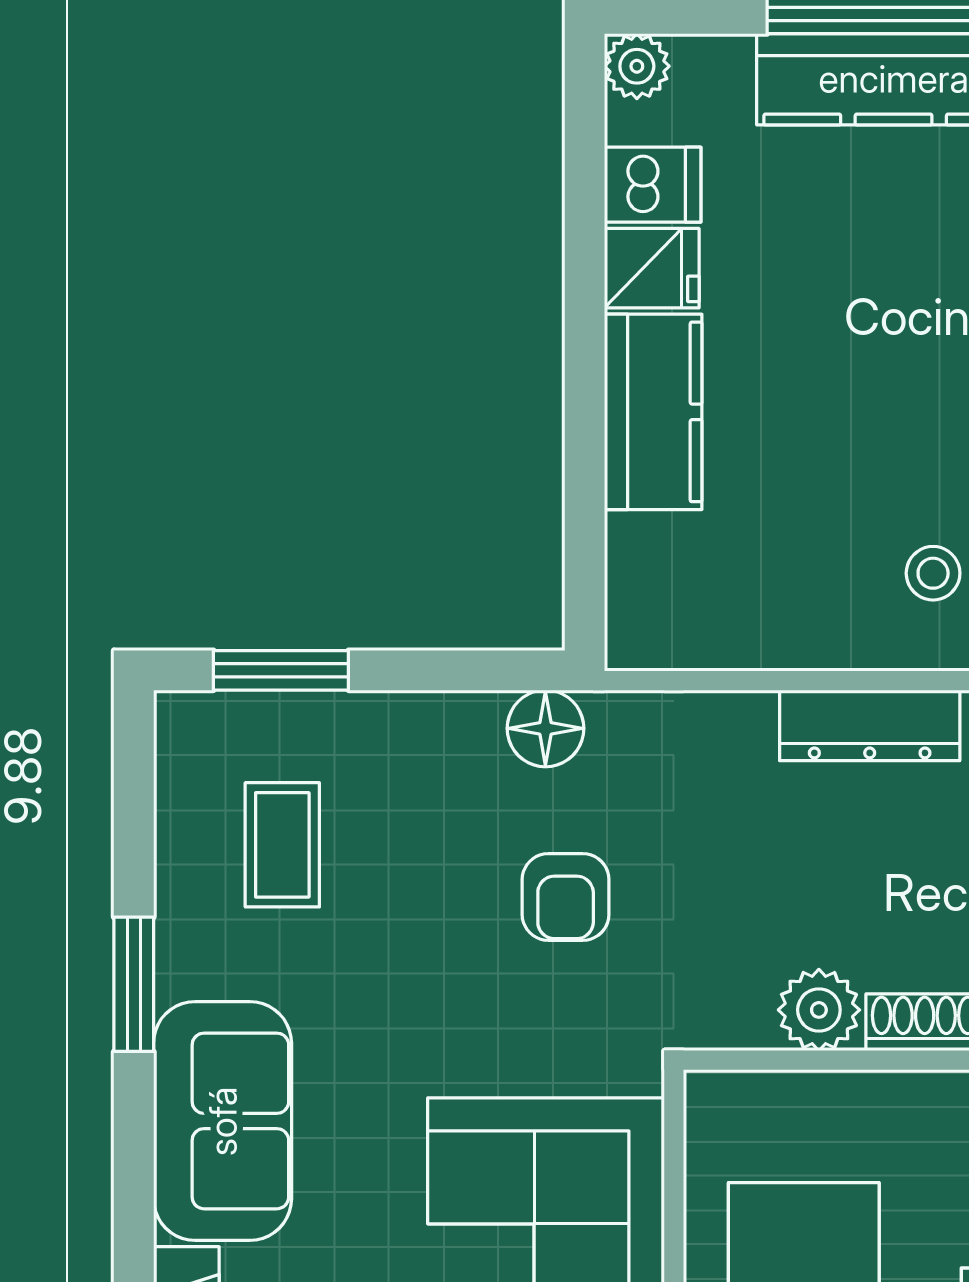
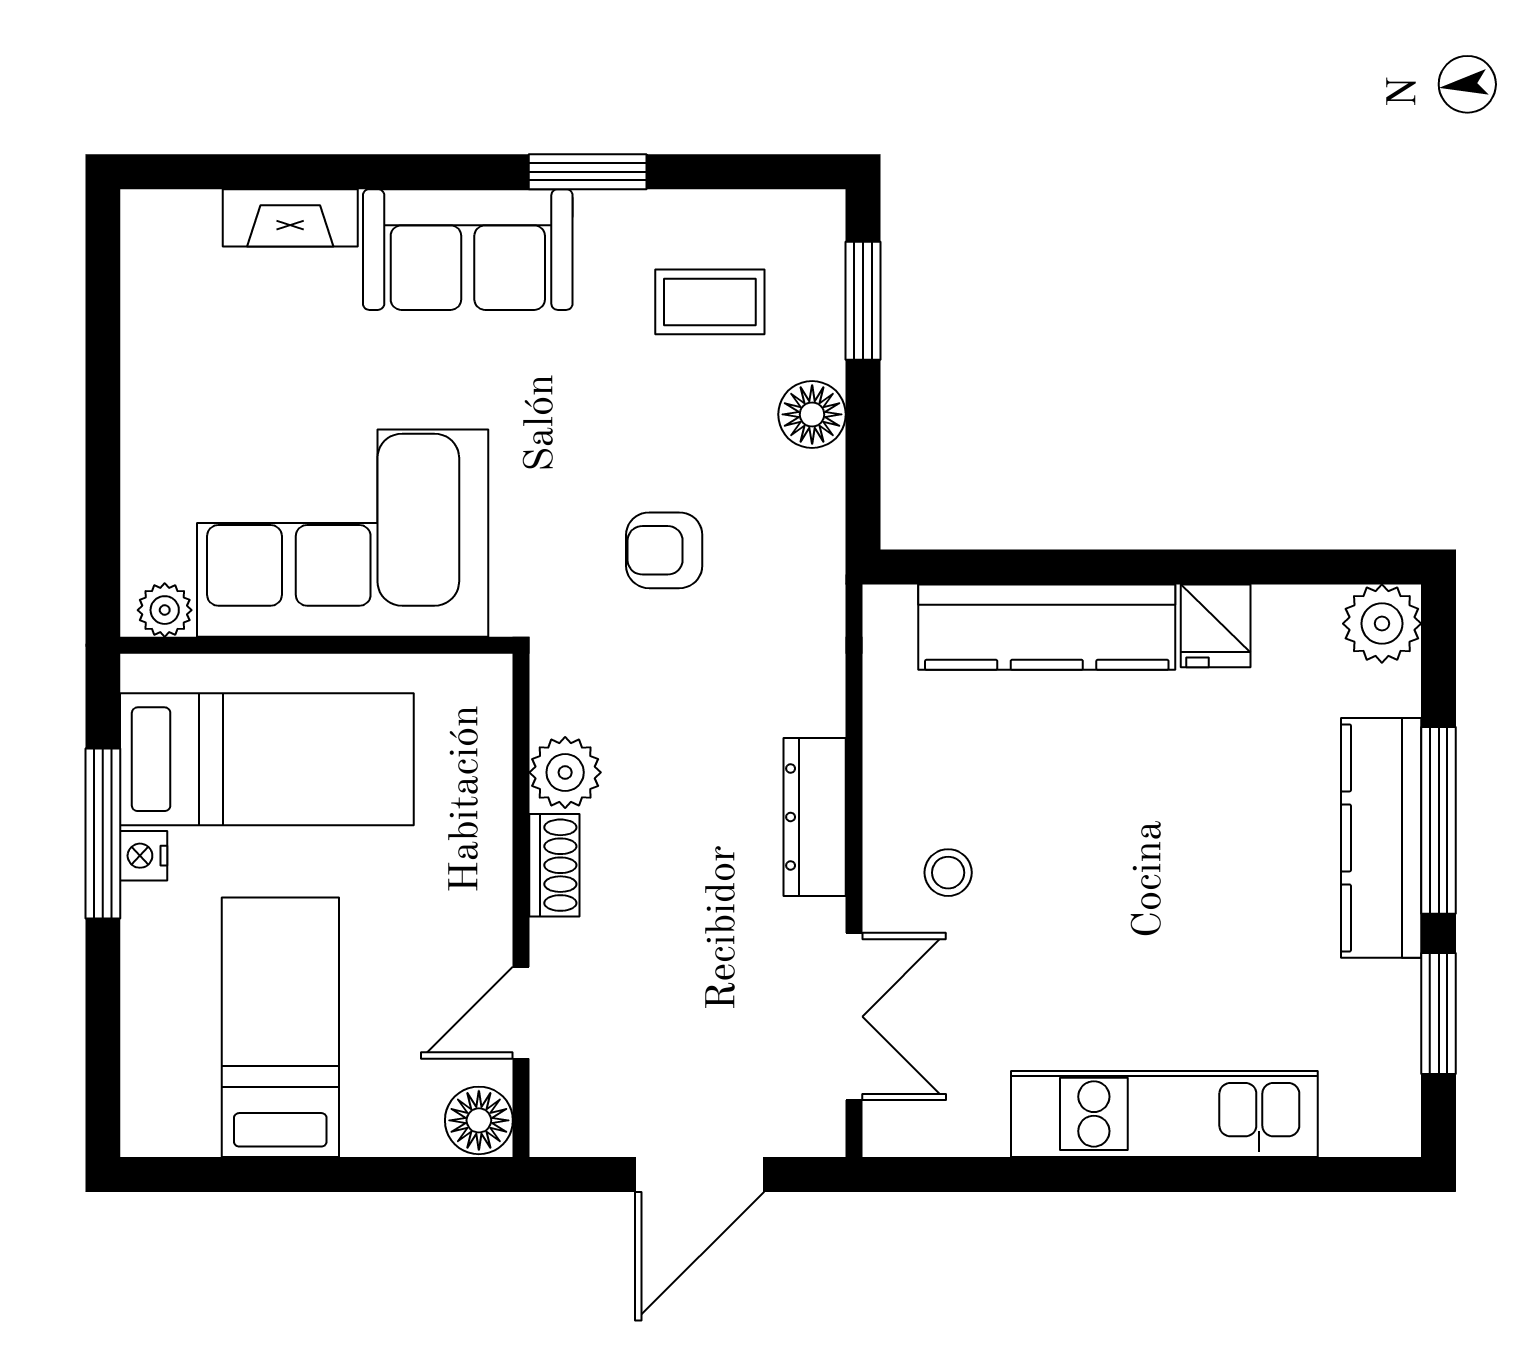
plant: (637, 66) -> (1382, 624), width x1.38, depth x1.38
dishwasher: (653, 185) -> (1289, 627), removed
kitchen counter: (653, 412) -> (1047, 627), width x1.50
floor lamp: (545, 728) -> (812, 414), moved

